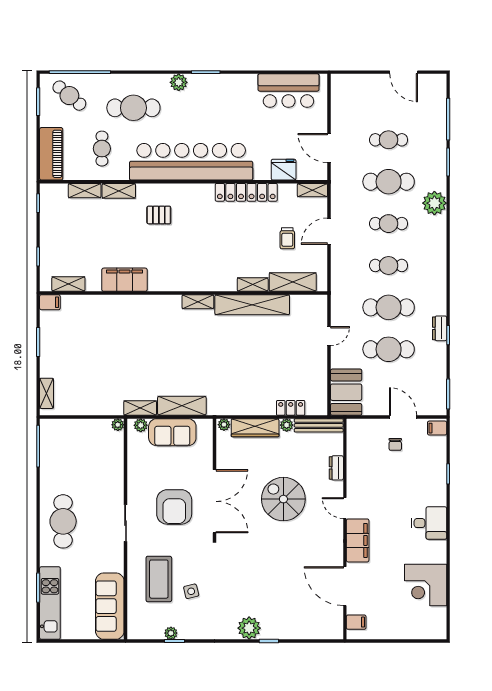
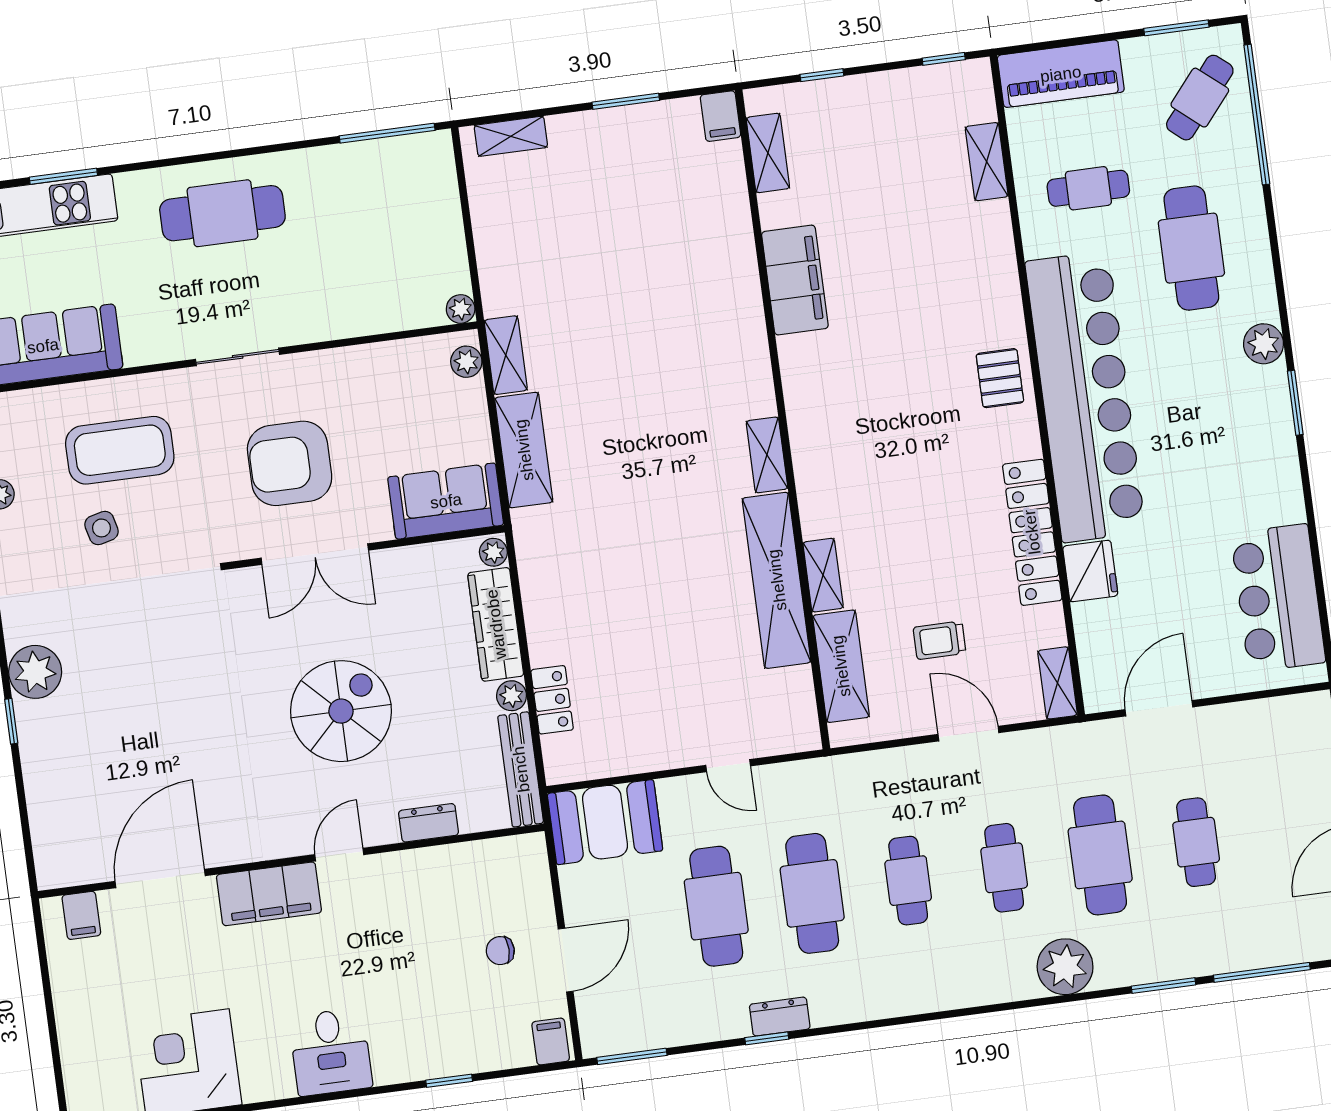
fridge: (284, 170) -> (1090, 571), moved
shelving: (119, 191) -> (997, 240), removed
pallet: (159, 215) -> (1000, 378), moved
sofa: (172, 432) -> (446, 501), moved, turned 90
double door: (215, 501) -> (315, 554), width x0.73

